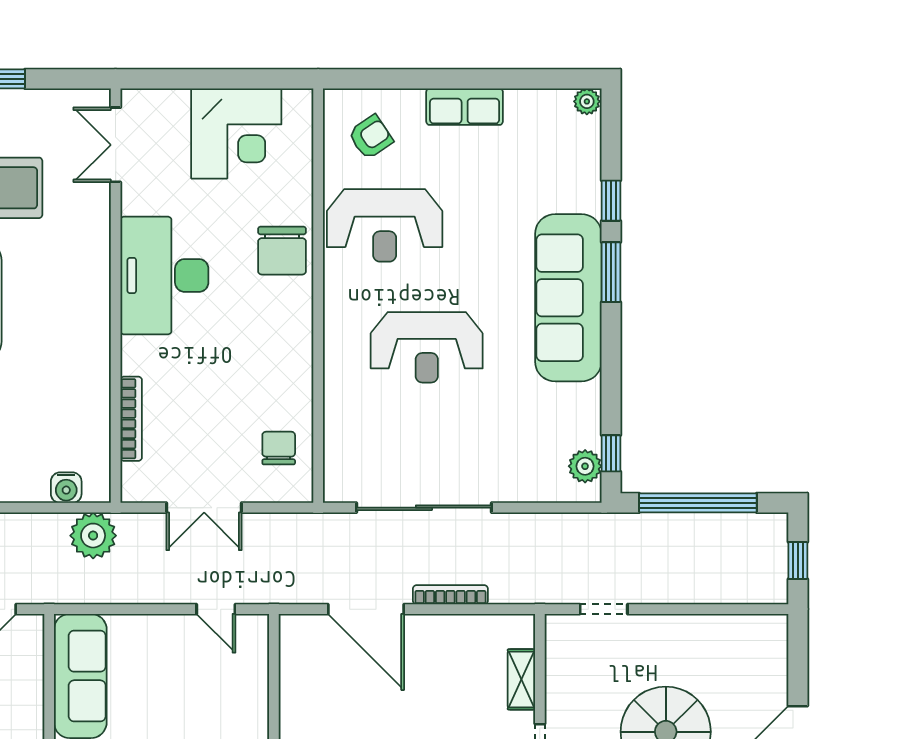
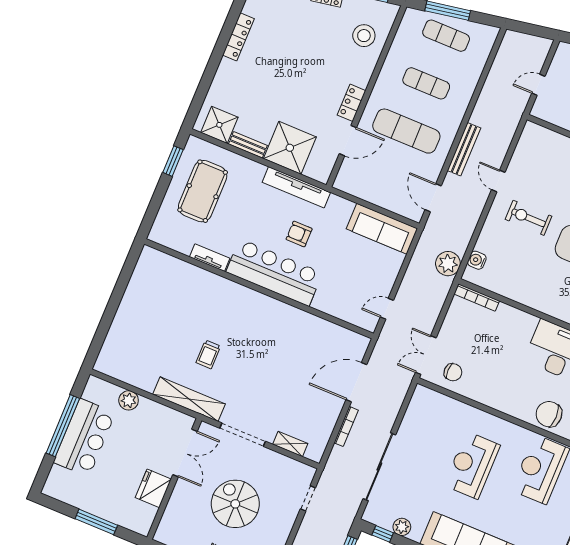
bookcase: (131, 419) -> (477, 297), moved
plant: (585, 466) -> (402, 527), moved
double door: (204, 508) -> (426, 355), moved
sliding door: (424, 508) -> (379, 467), moved

